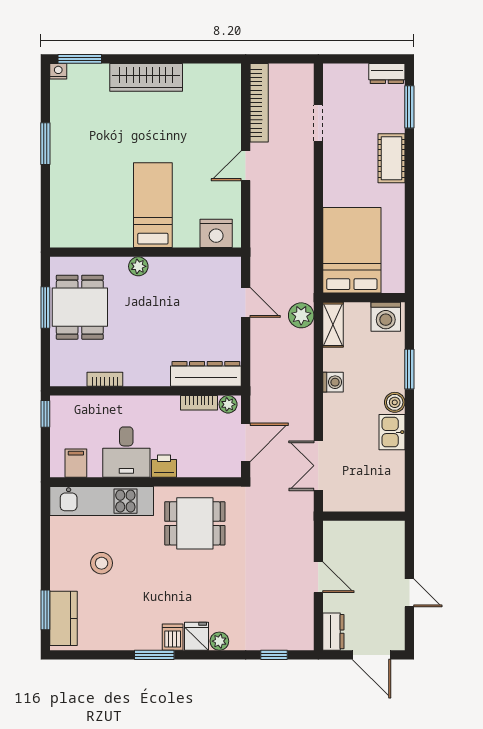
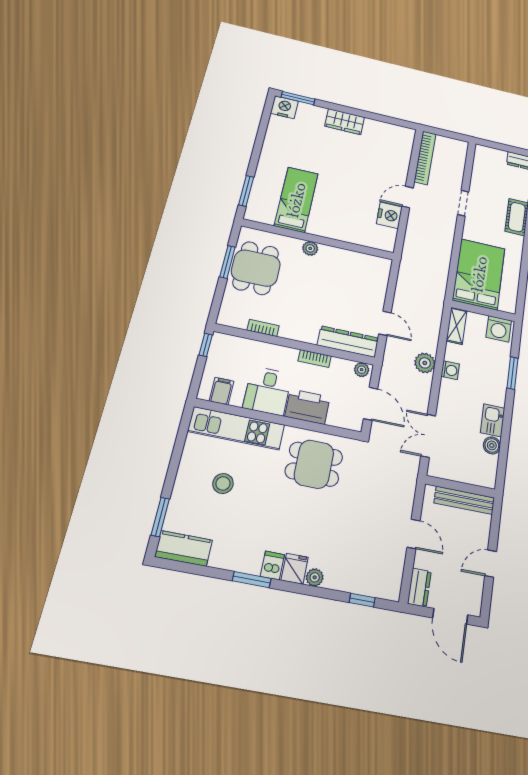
nightstand: (58, 71) -> (284, 107), width x1.89, depth x1.79
wardrobe: (146, 77) -> (345, 122), width x0.67
doorway: (318, 123) -> (463, 203), moved
window: (45, 144) -> (246, 191), moved
bed: (153, 205) -> (296, 200), moved
nightstand: (216, 233) -> (389, 215), moved, turned -90
door: (246, 302) -> (385, 323), moved
plant: (301, 315) -> (425, 363), moved
boiler: (395, 402) -> (492, 445), moved
bookcase: (199, 403) -> (315, 358), moved
door: (246, 442) -> (371, 404), hinge flipped
printer: (164, 466) -> (307, 407), width x1.87, depth x1.48
bench: (371, 530) -> (464, 500), added
door: (409, 593) -> (491, 564), swing flipped
kitchen counter: (64, 618) -> (184, 548), moved, turned -90

